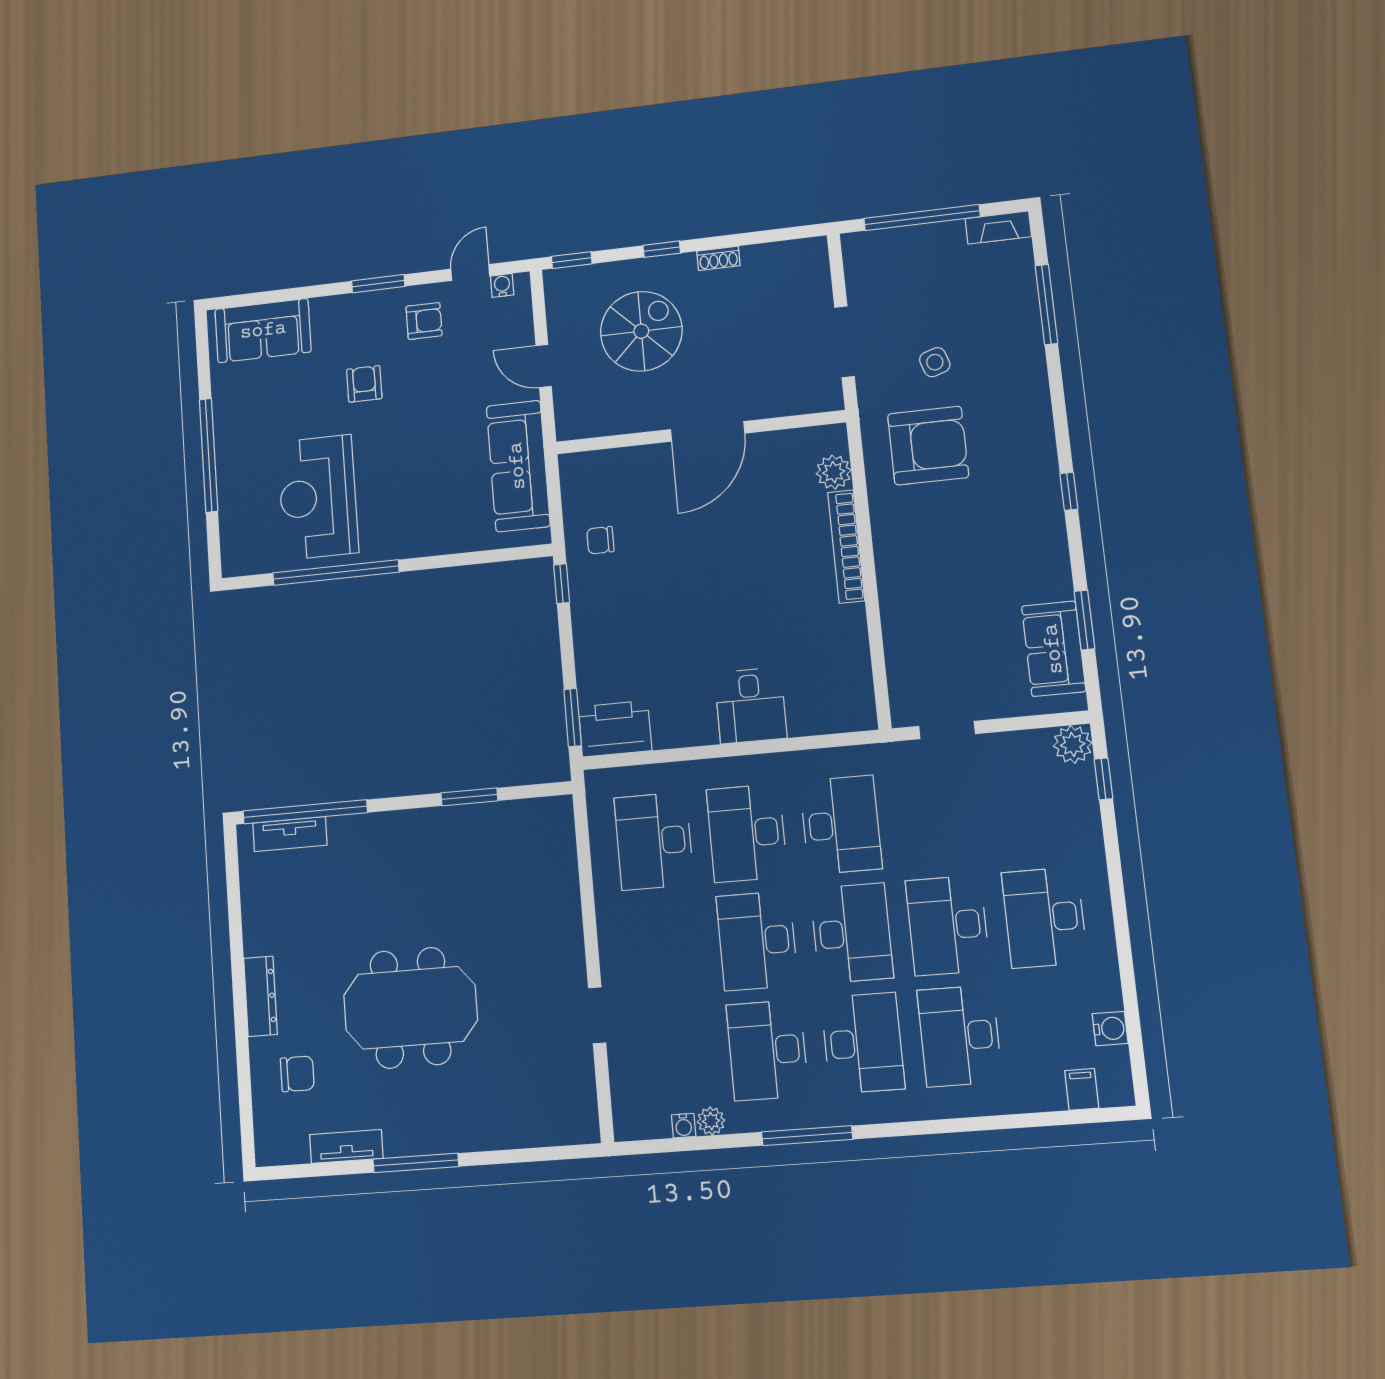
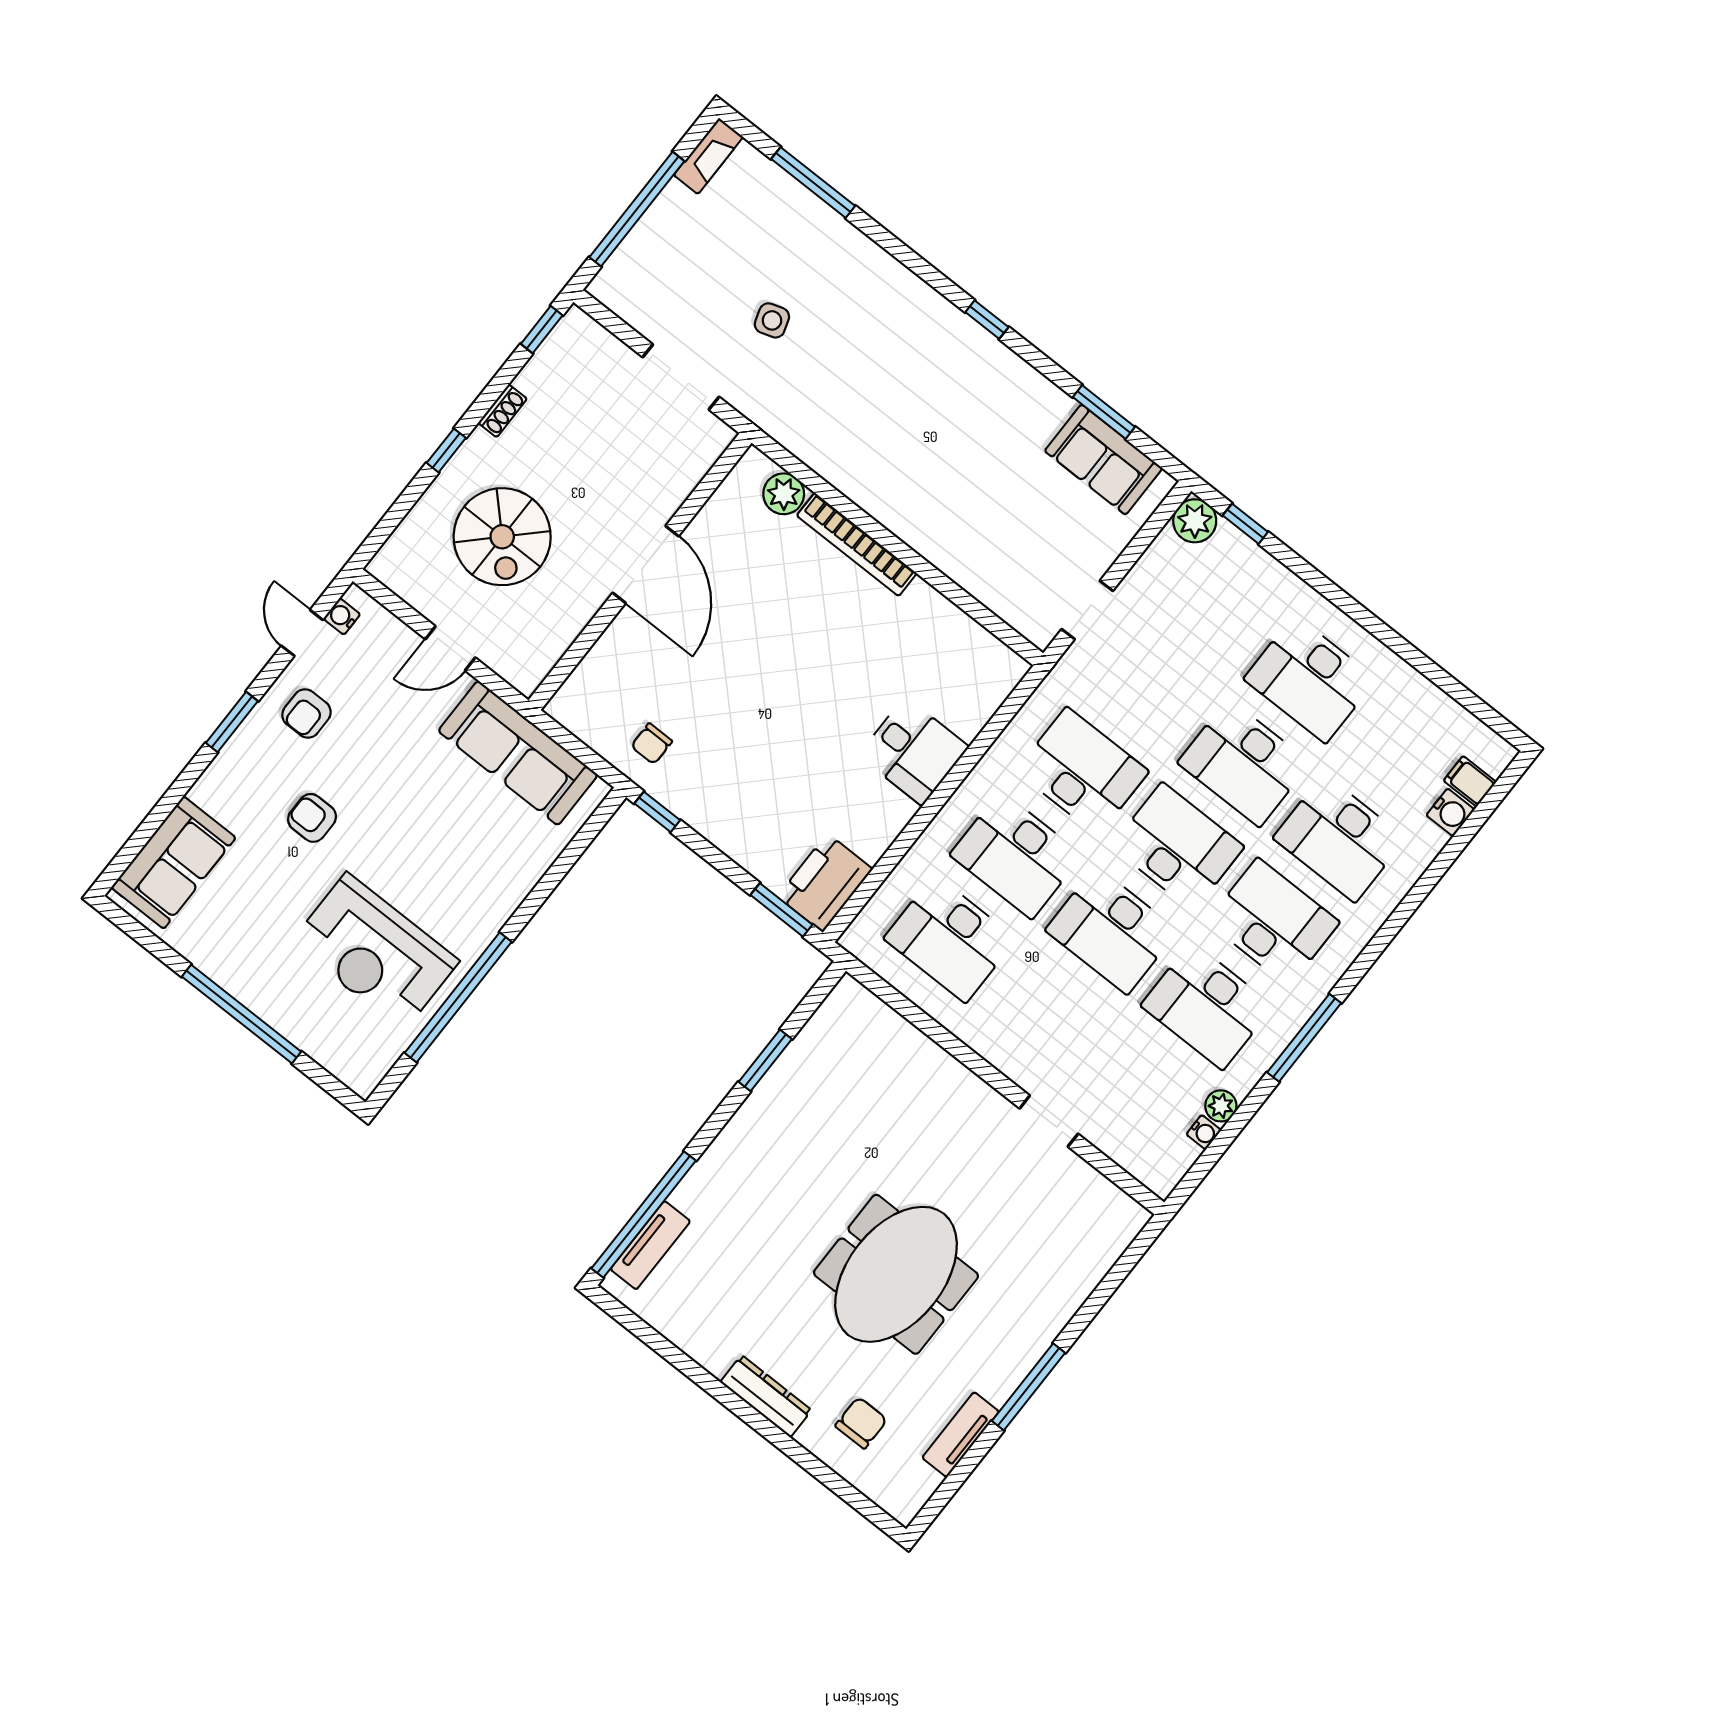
window: (572, 260) -> (542, 330), moved
armchair: (424, 321) -> (306, 714), turned 180
spiral stairs: (641, 331) -> (502, 537), turned 180
armchair: (928, 446) -> (837, 395), removed
water cooler: (1110, 1029) -> (1450, 812), moved, turned 90

